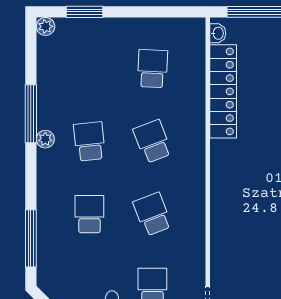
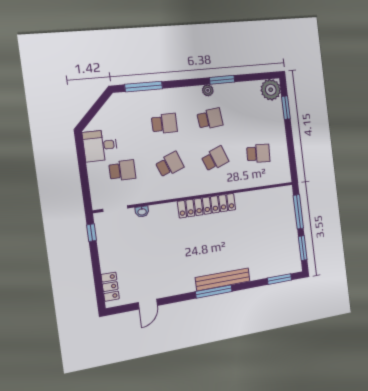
plant: (46, 26) -> (271, 90), width x1.88, depth x1.88
washbasin: (218, 33) -> (142, 212), moved
locker: (223, 91) -> (207, 206), moved
window: (31, 114) -> (222, 80), width x0.69

